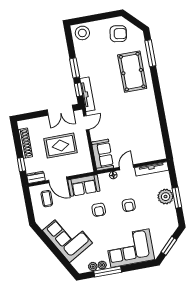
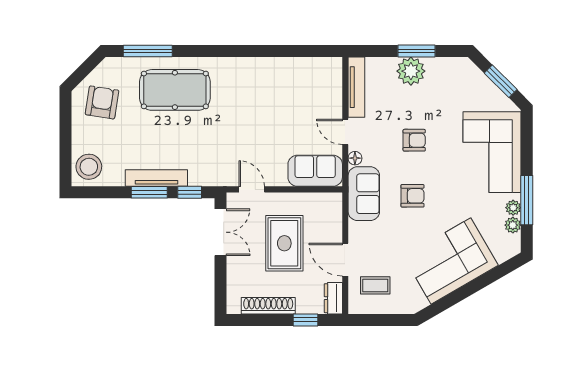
tv unit: (87, 94) -> (156, 178), moved
door: (58, 180) -> (345, 260), swing flipped
sofa: (84, 185) -> (364, 194), moved

